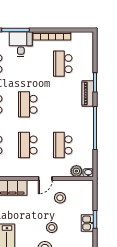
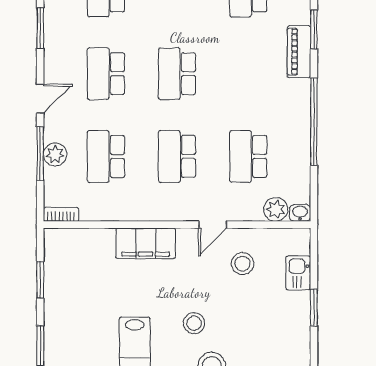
kitchen sink: (87, 223) -> (298, 273), moved
stool: (52, 227) -> (194, 323), moved

